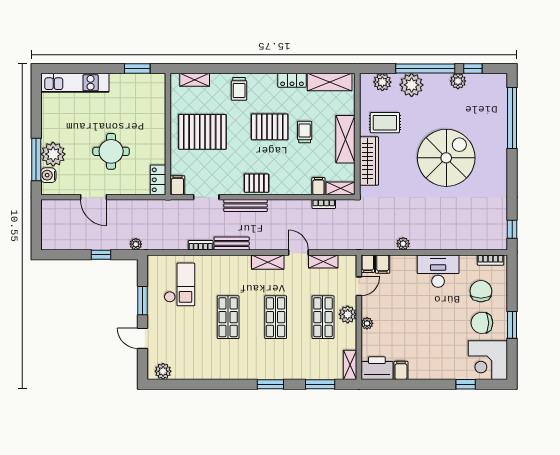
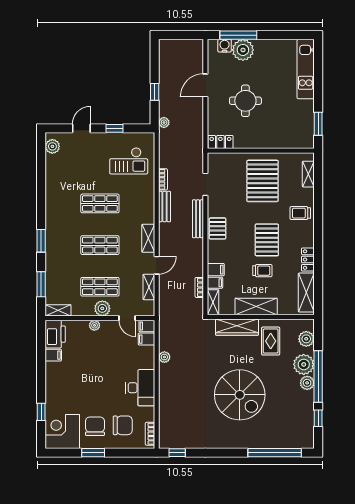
plant: (458, 81) -> (307, 383), moved
filing cabinet: (177, 185) -> (216, 270), moved
window: (142, 301) -> (114, 128), width x0.67

